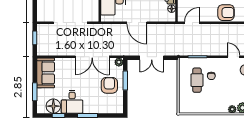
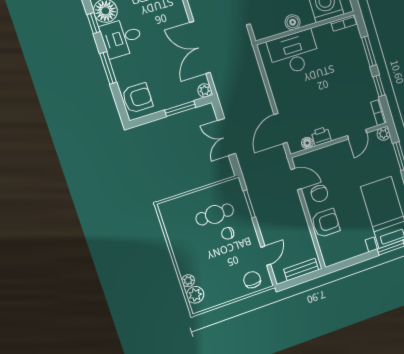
chair: (206, 11) -> (319, 194), added
armchair: (226, 13) -> (326, 223), turned -90
door: (137, 23) -> (281, 129), moved
armchair: (109, 85) -> (137, 98), moved

